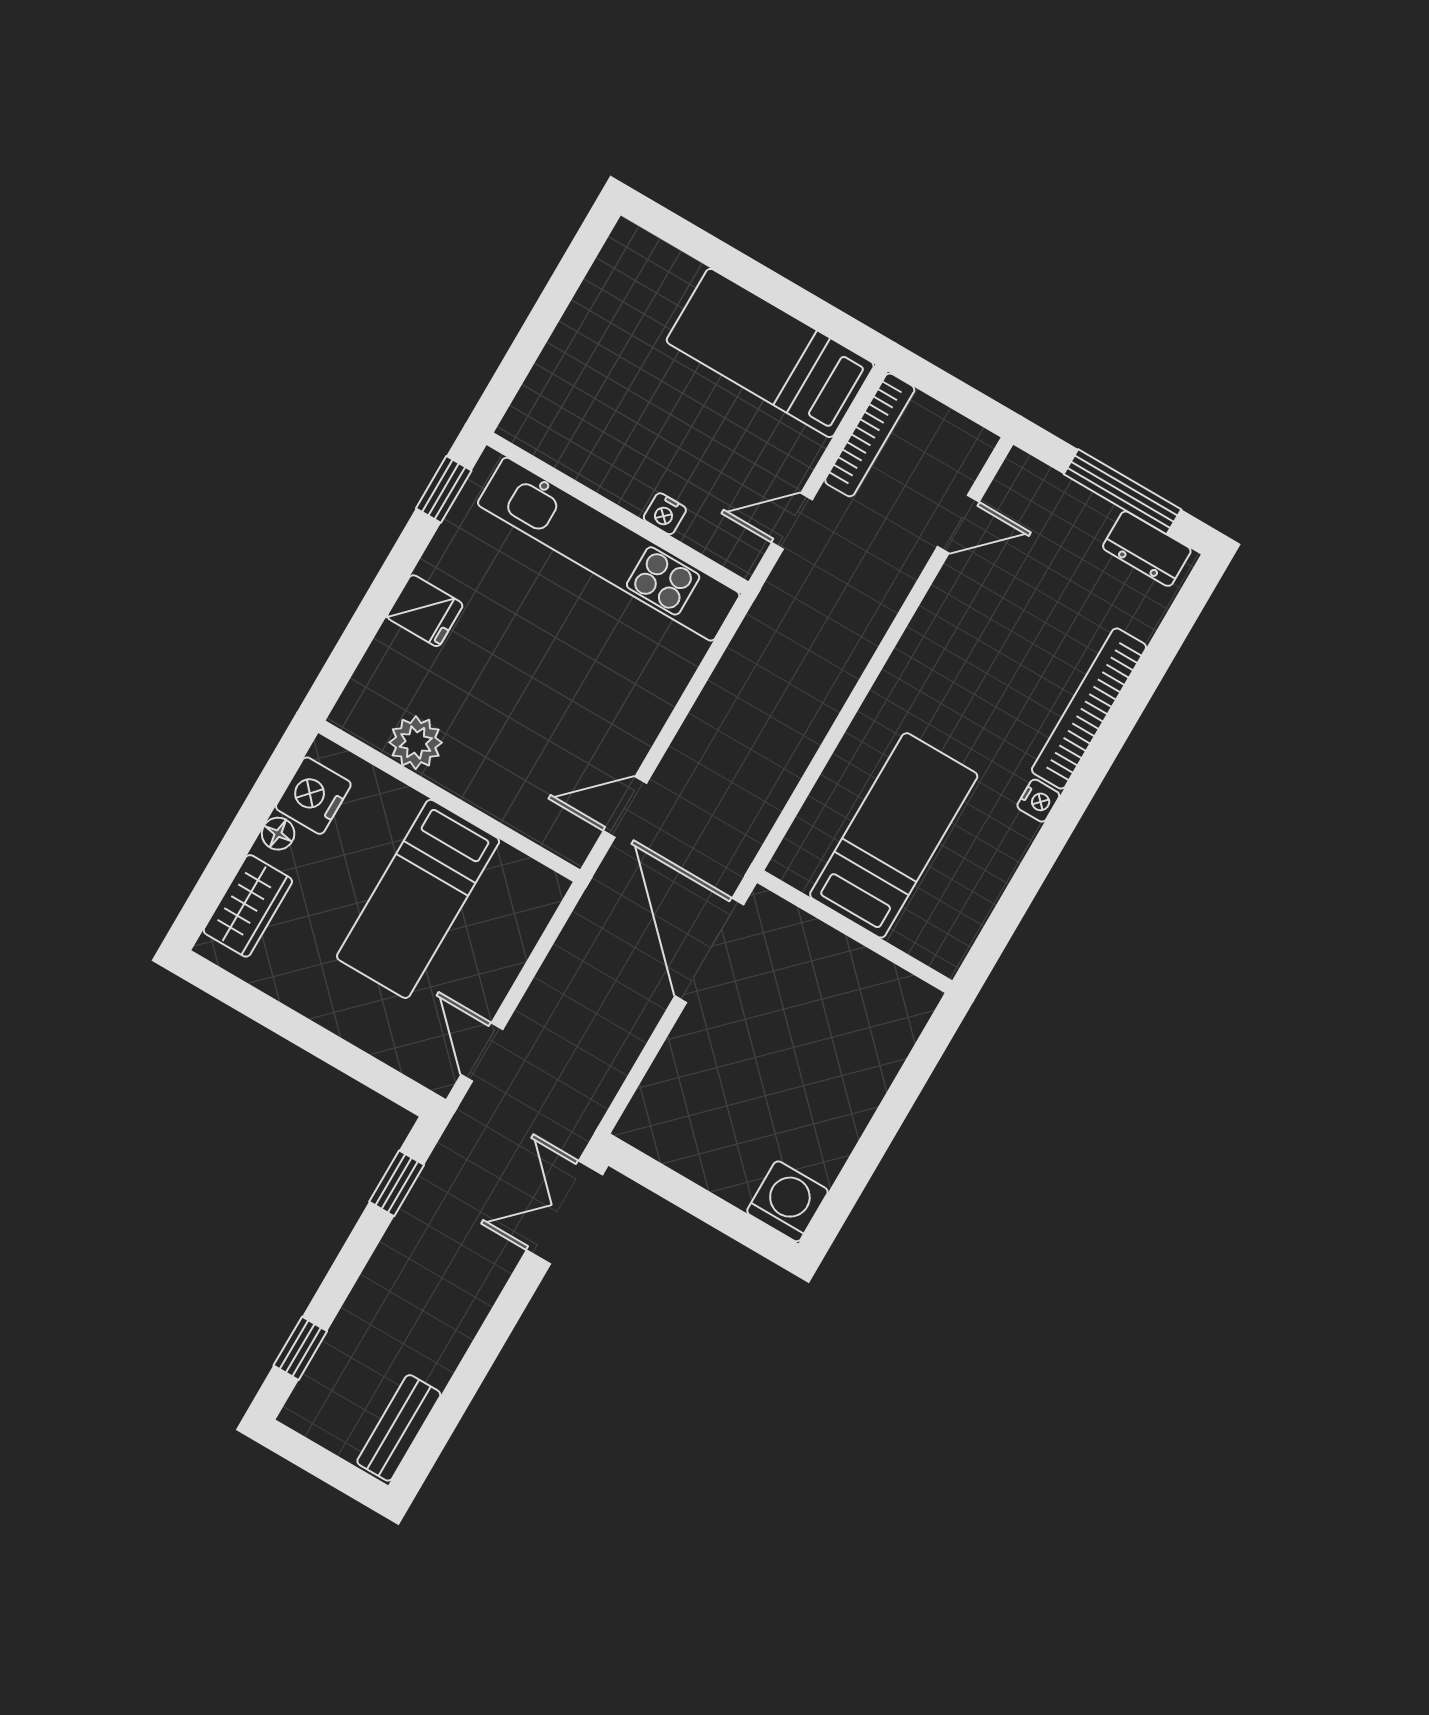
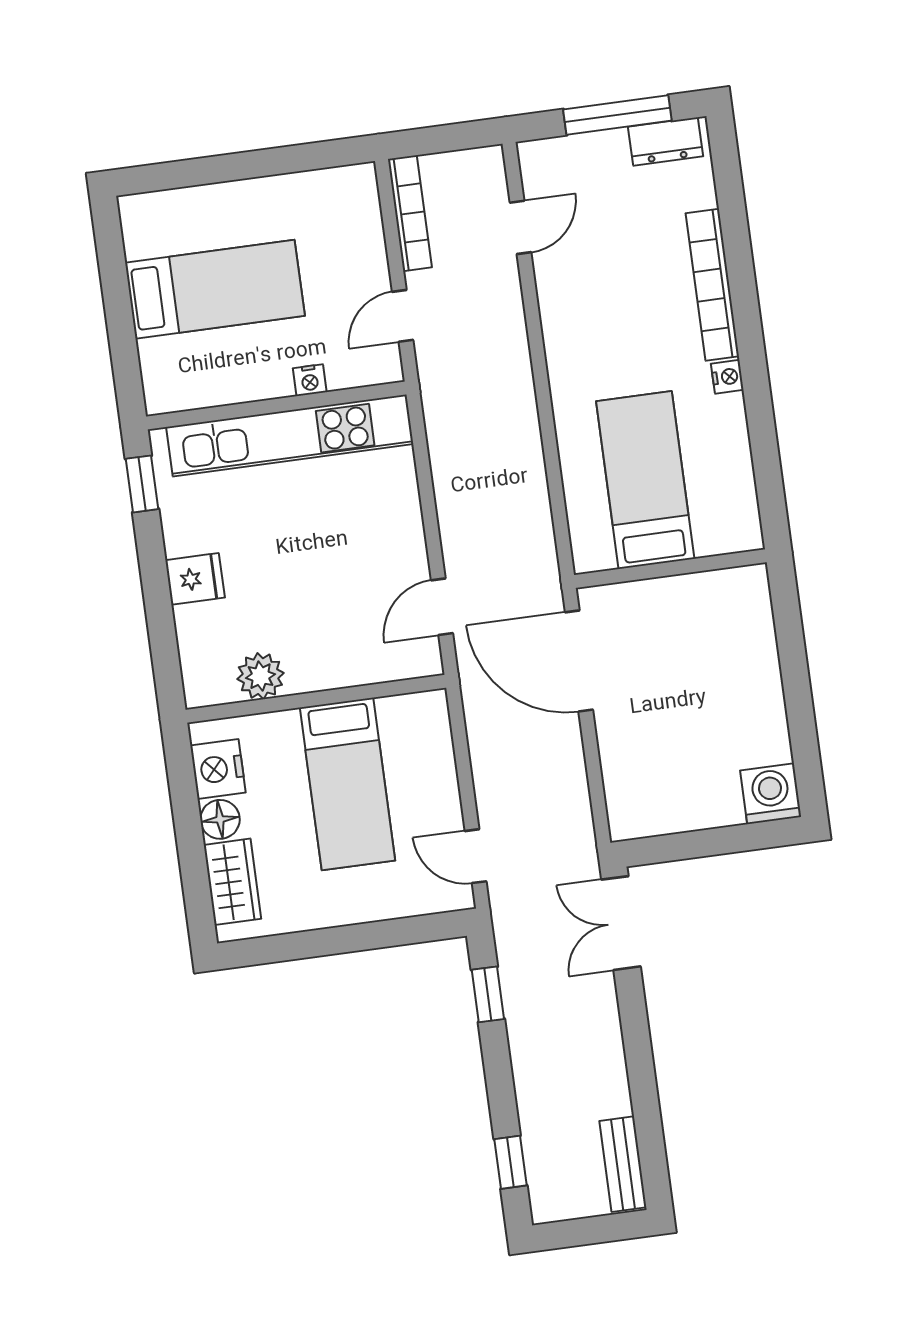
bed: (770, 353) -> (215, 289), moved, turned 180
floor lamp: (278, 834) -> (220, 819), width x1.37, depth x1.37

